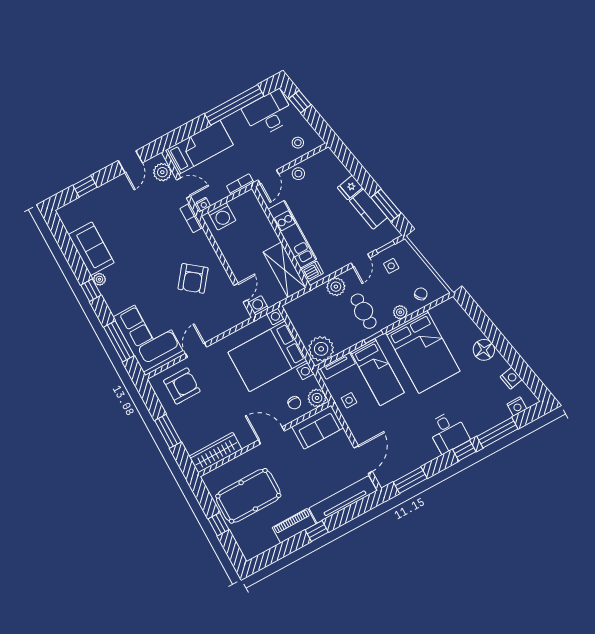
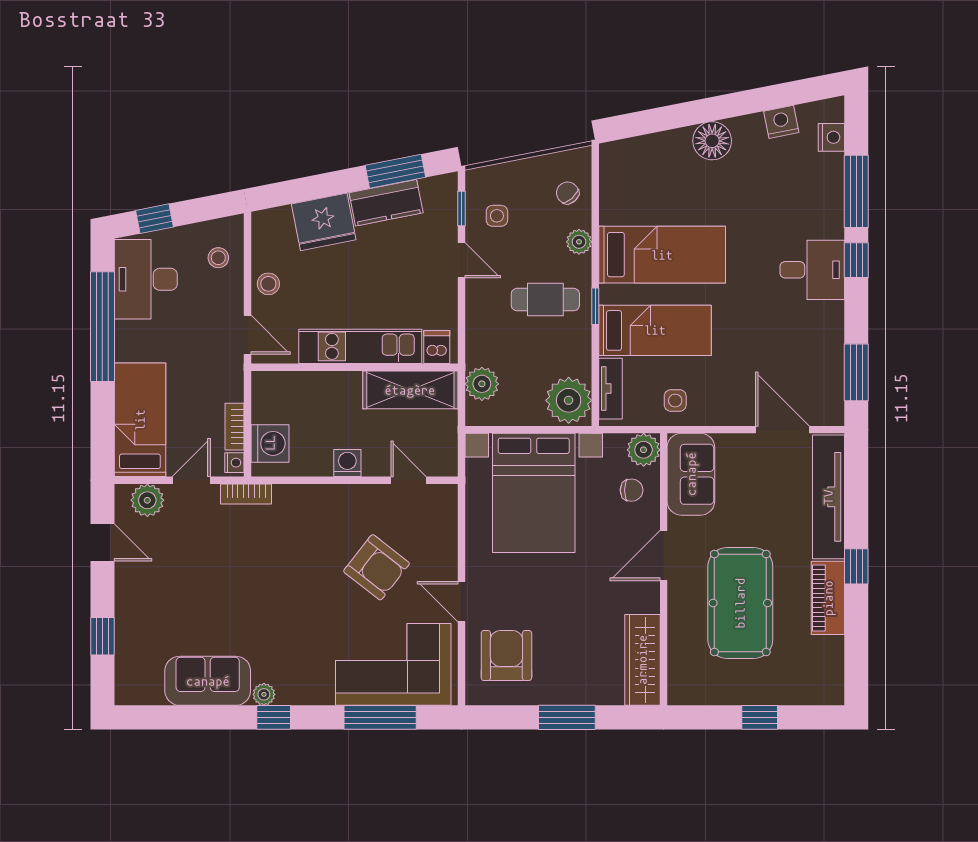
bookcase: (240, 184) -> (235, 427), moved
fridge: (350, 187) -> (324, 222), width x1.88, depth x1.34
armchair: (193, 278) -> (377, 567), moved
plant: (336, 287) -> (482, 384), moved
washing machine: (258, 305) -> (347, 463), moved, turned 90
bed: (423, 352) -> (662, 255), width x0.67
pool table: (248, 496) -> (740, 603), moved

